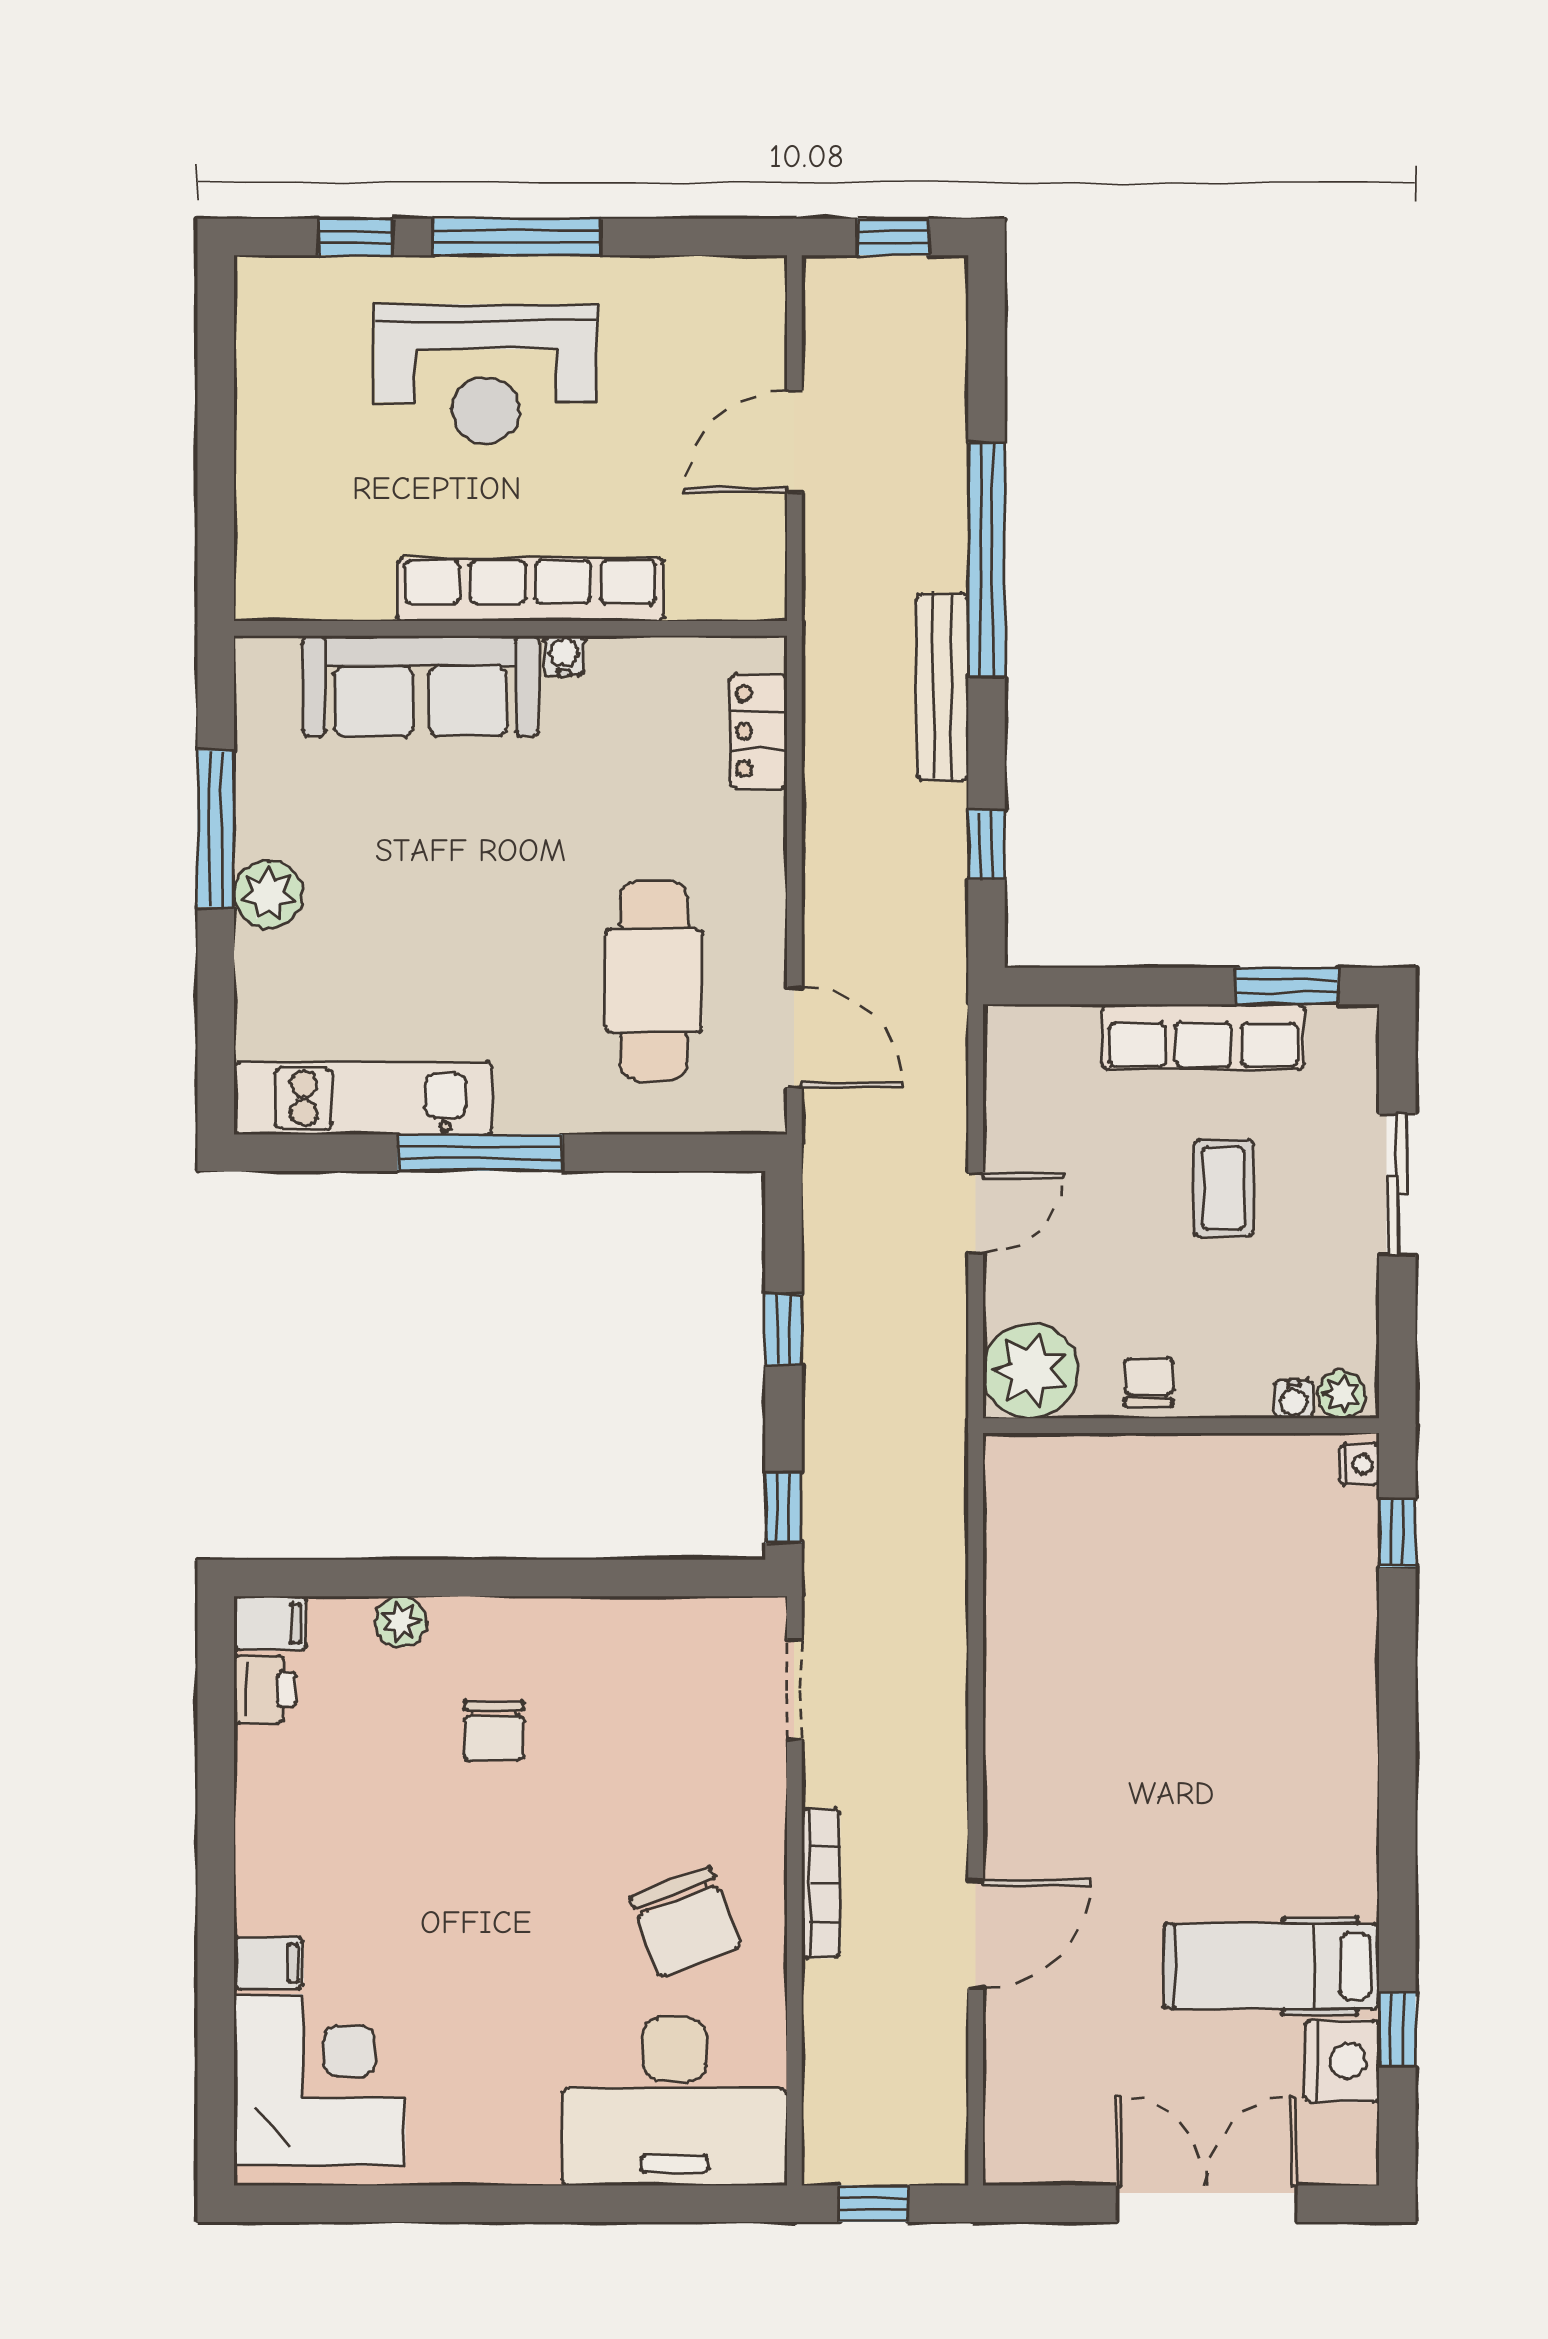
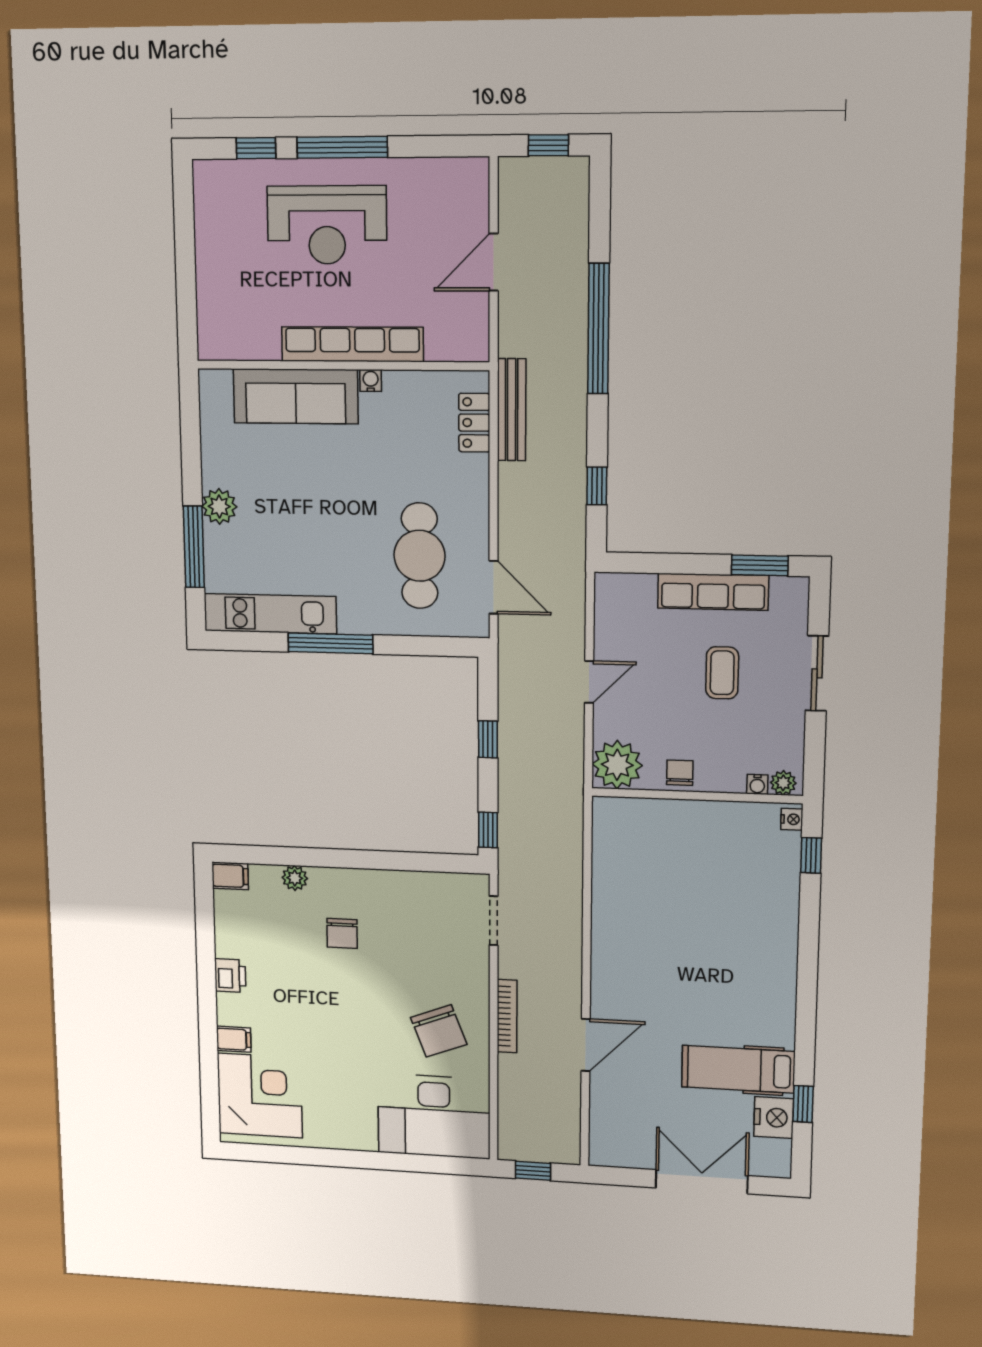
bench: (942, 687) -> (512, 410), moved
window: (216, 829) -> (194, 547), moved
printer: (265, 1689) -> (230, 976), moved

